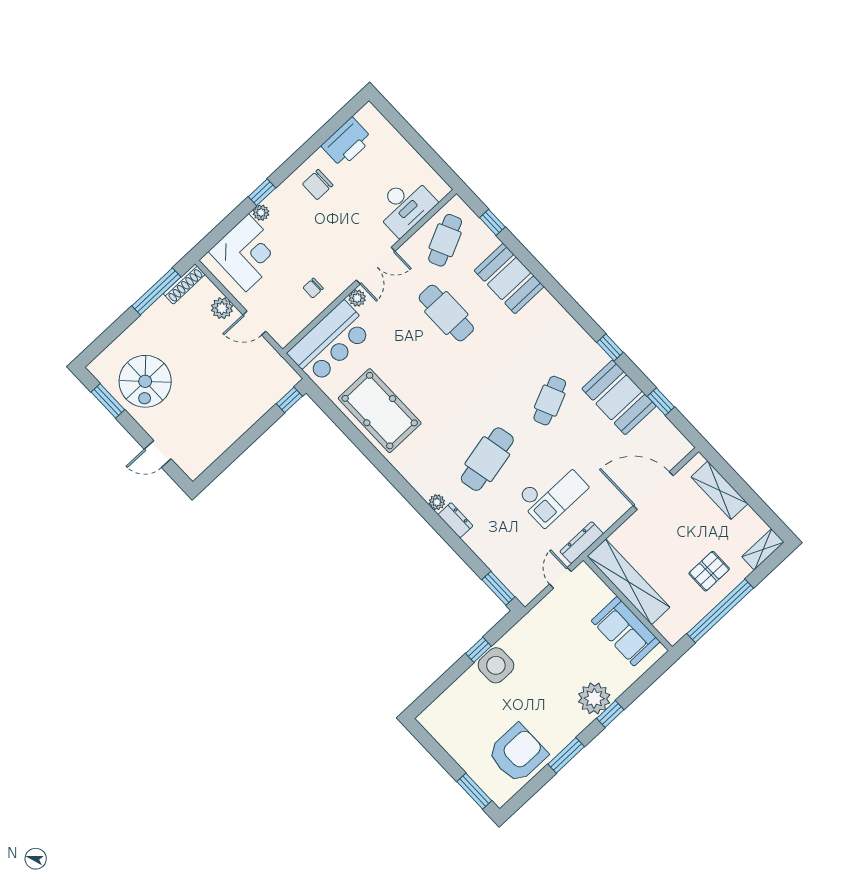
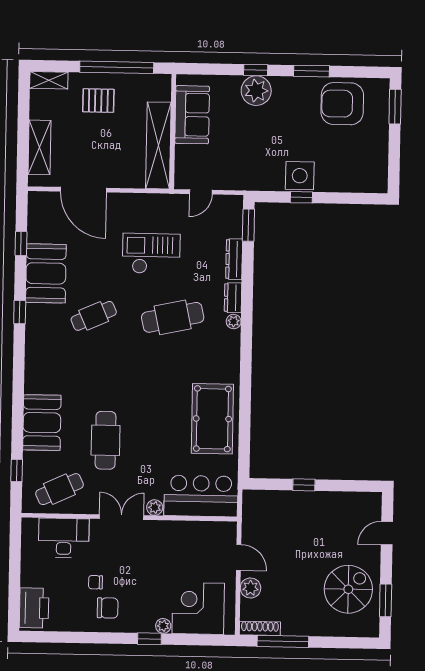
printer: (347, 142) -> (34, 608), moved, turned 90
chair: (313, 288) -> (96, 582), moved, turned 180
window: (289, 400) -> (304, 485), moved
door: (158, 454) -> (387, 533), swing flipped
dresser: (582, 543) -> (234, 259), moved, turned 90

